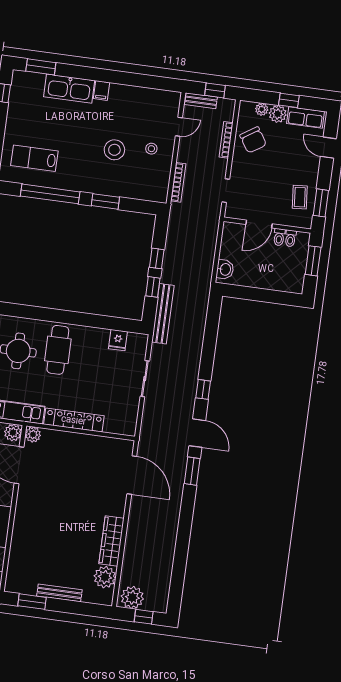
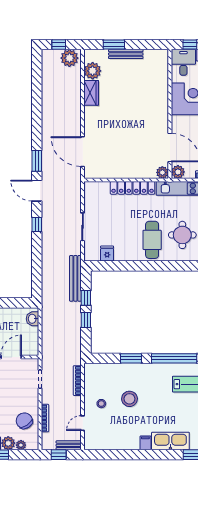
wardrobe: (112, 541) -> (91, 93), width x0.67
window: (32, 602) -> (114, 44), moved

